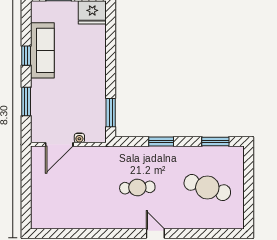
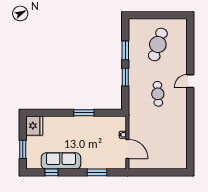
window: (26, 56) -> (51, 172), moved
window: (111, 113) -> (84, 113), moved
window: (215, 142) -> (125, 50), moved

